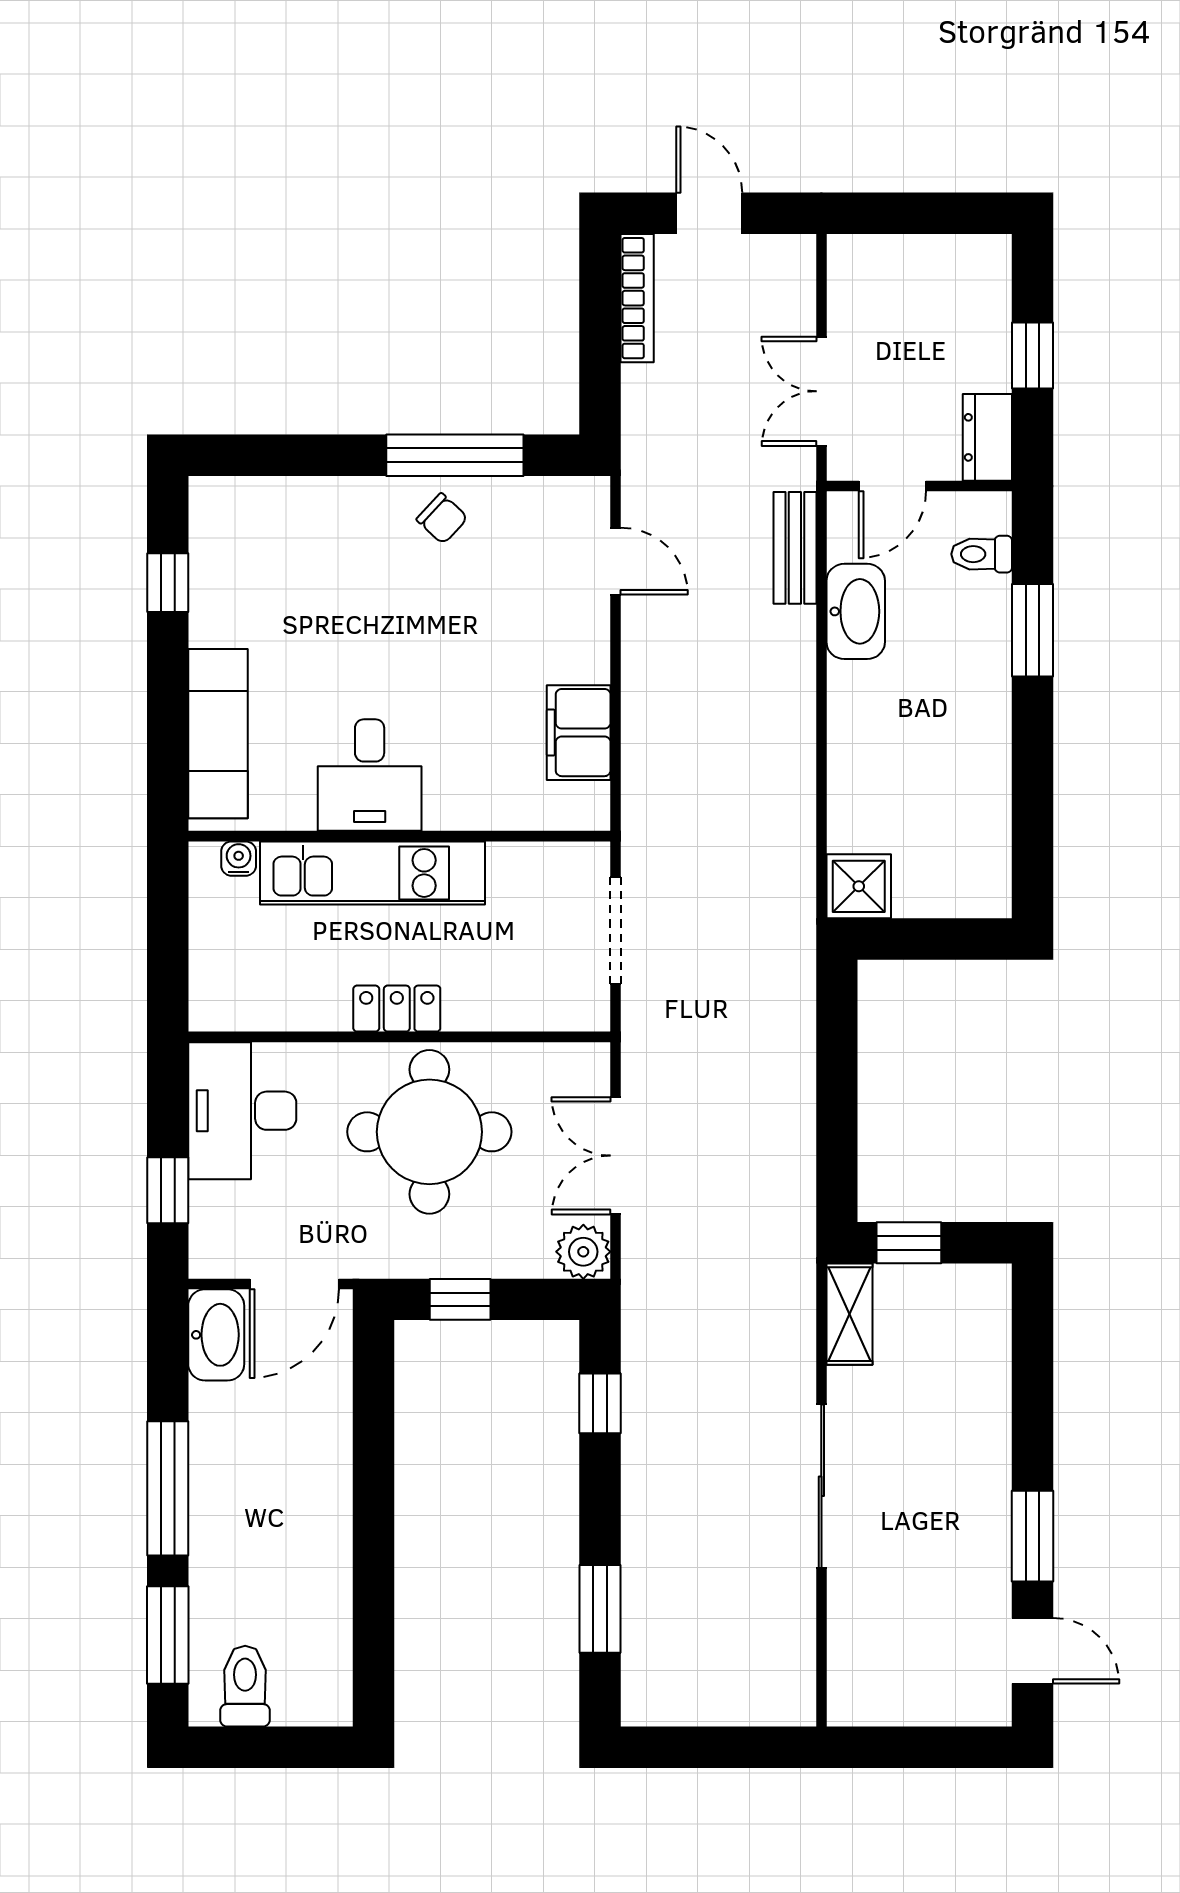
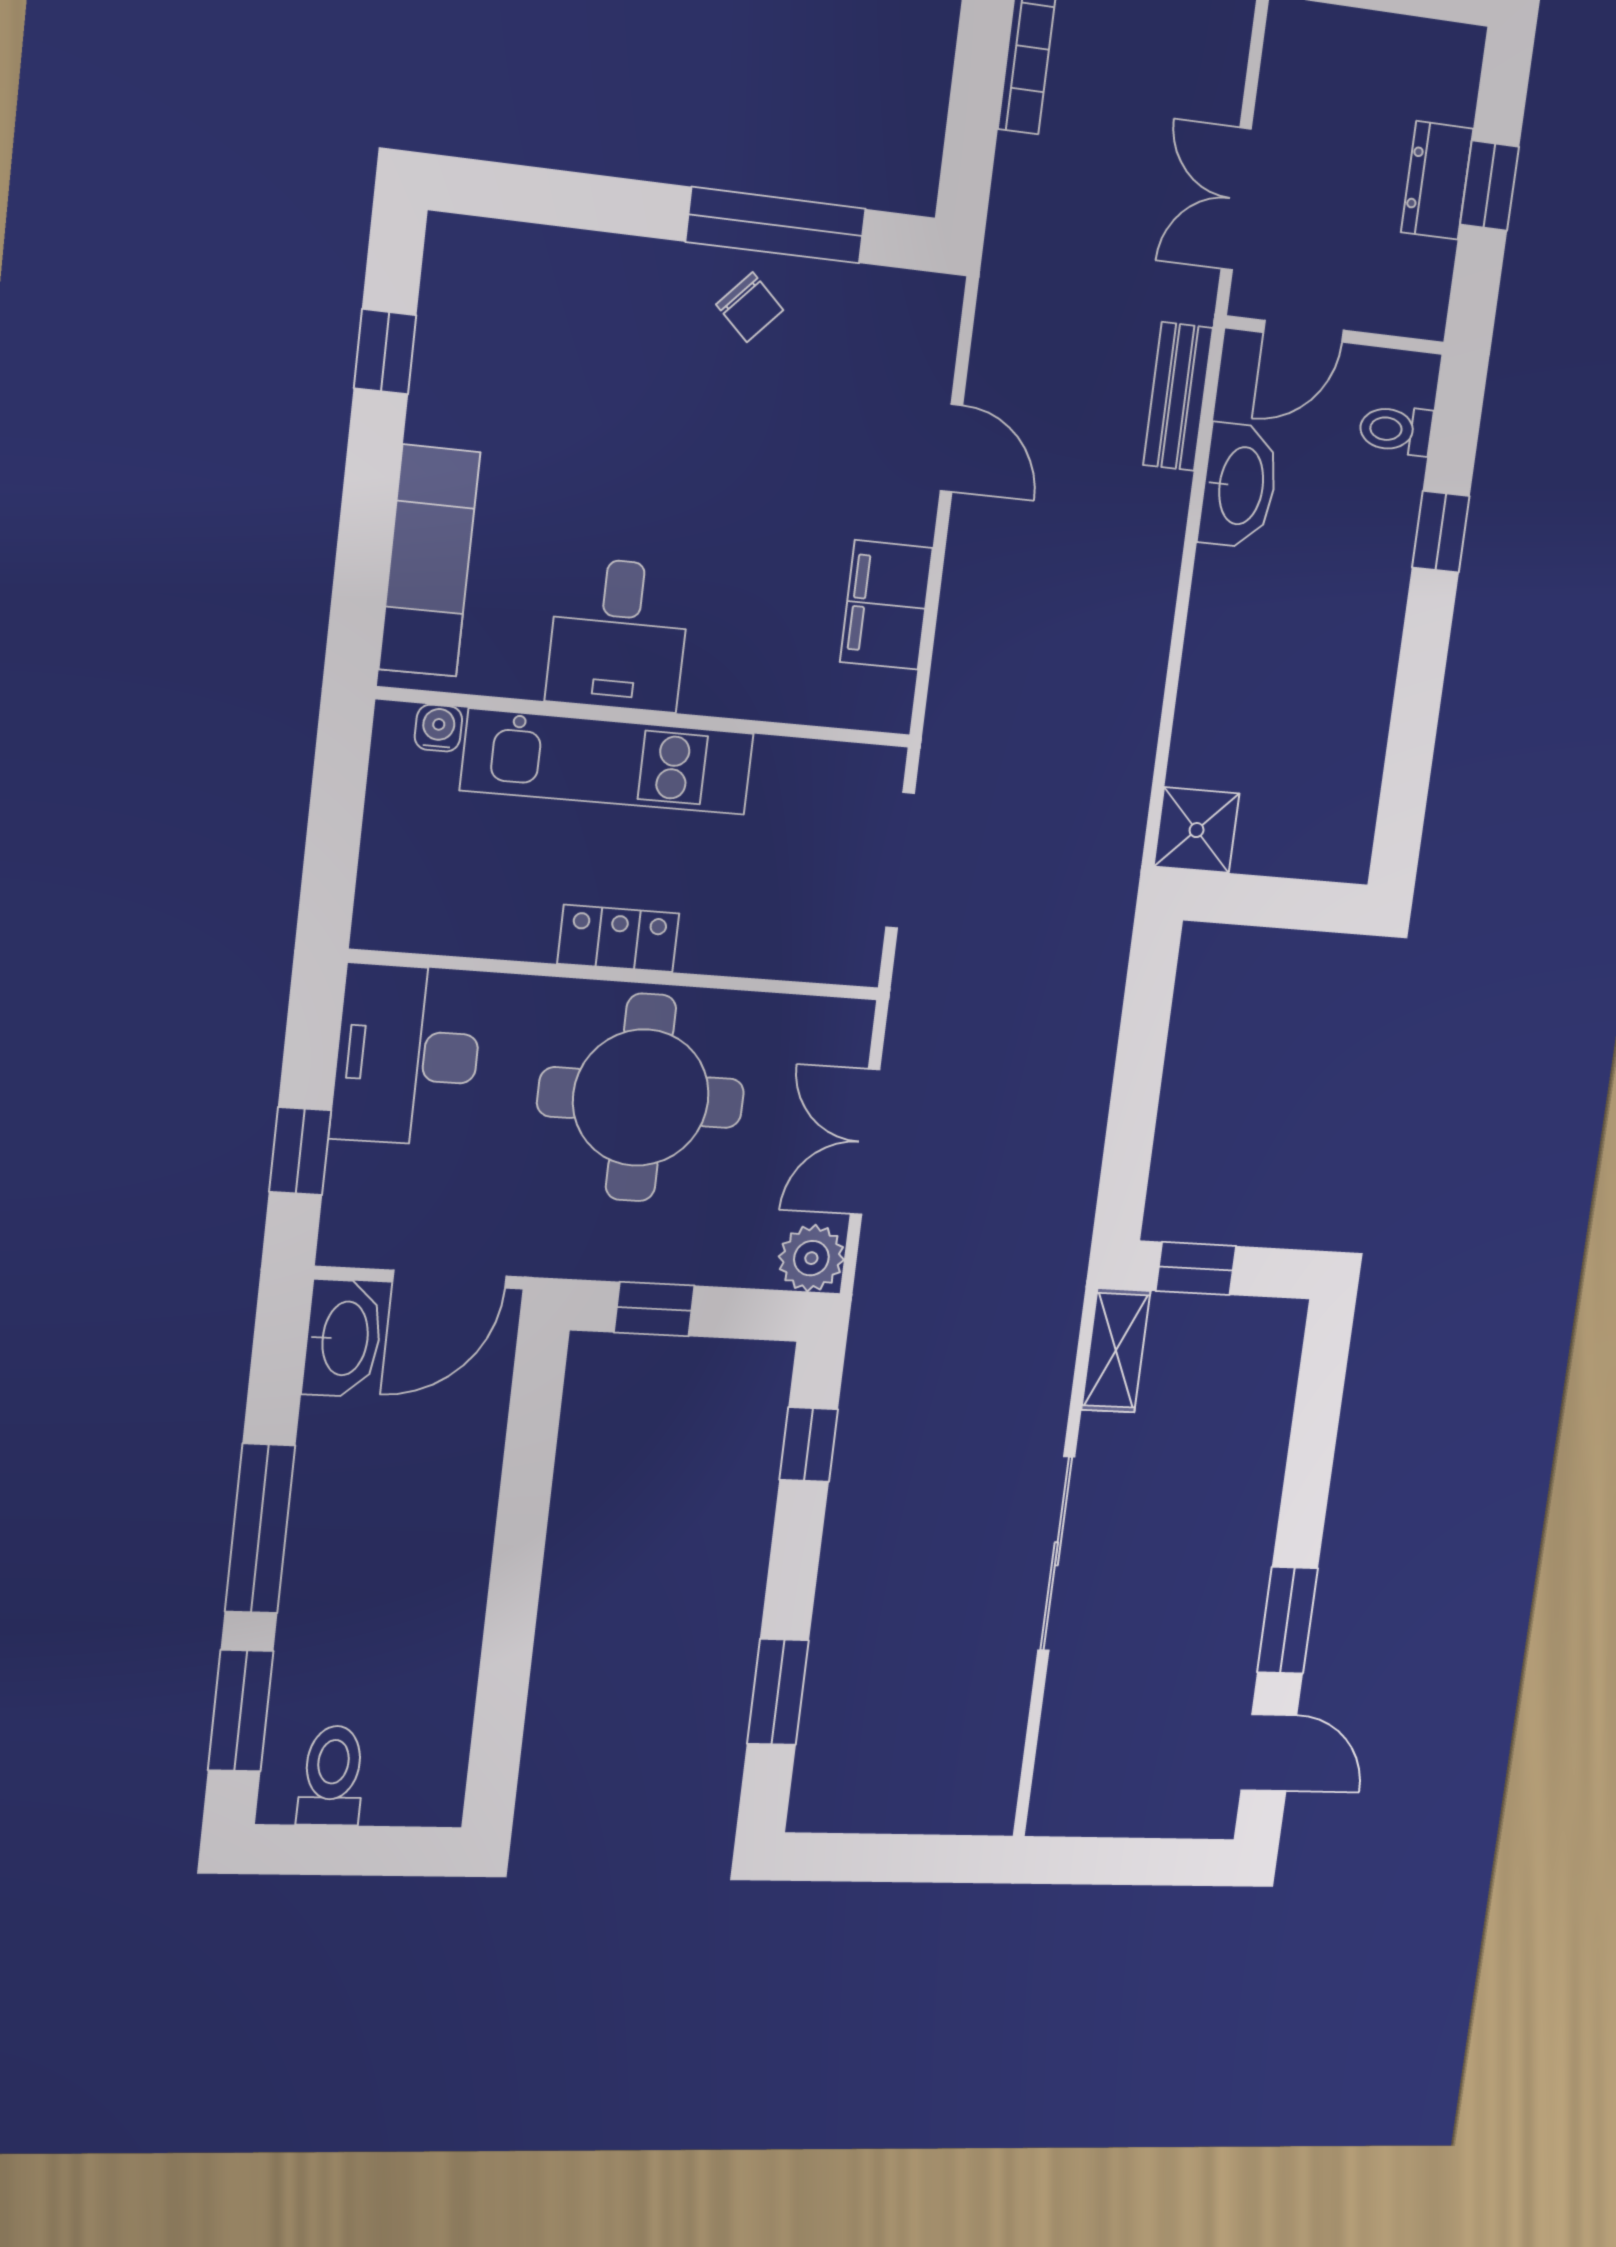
dresser: (987, 437) -> (1437, 180), moved
door: (616, 561) -> (952, 448), moved
window: (1032, 630) -> (1441, 532), width x0.67

